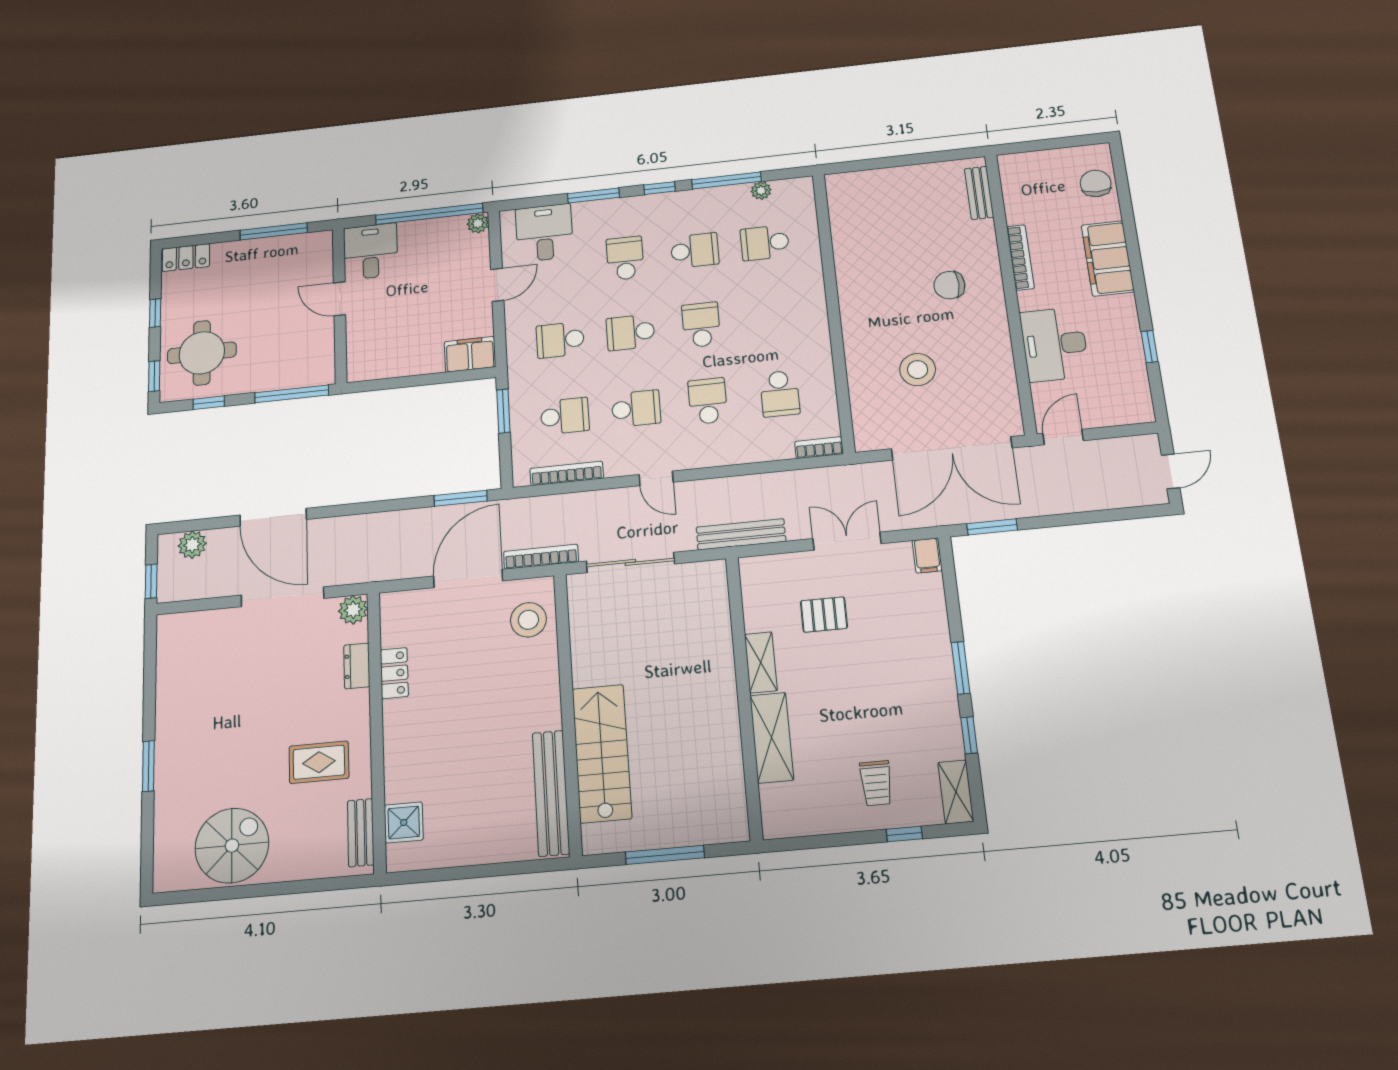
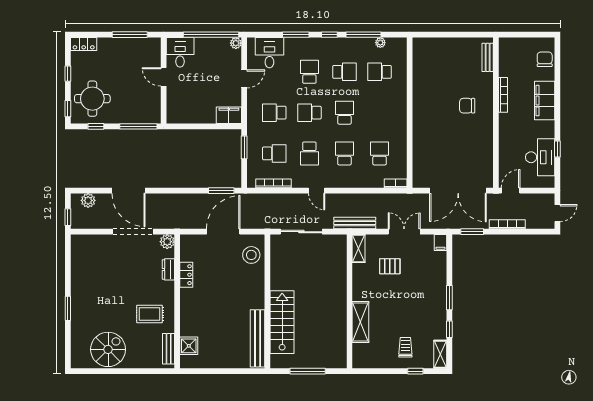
desk: (1054, 344) -> (540, 157), moved, turned 180
stool: (918, 370) -> (447, 148), removed
school desk: (780, 394) -> (380, 153), turned 180
school desk: (636, 409) -> (309, 153), turned 90
bookcase: (541, 557) -> (507, 224), moved
shelving: (761, 662) -> (359, 248), moved
trolley: (876, 783) -> (405, 347), turned 180

